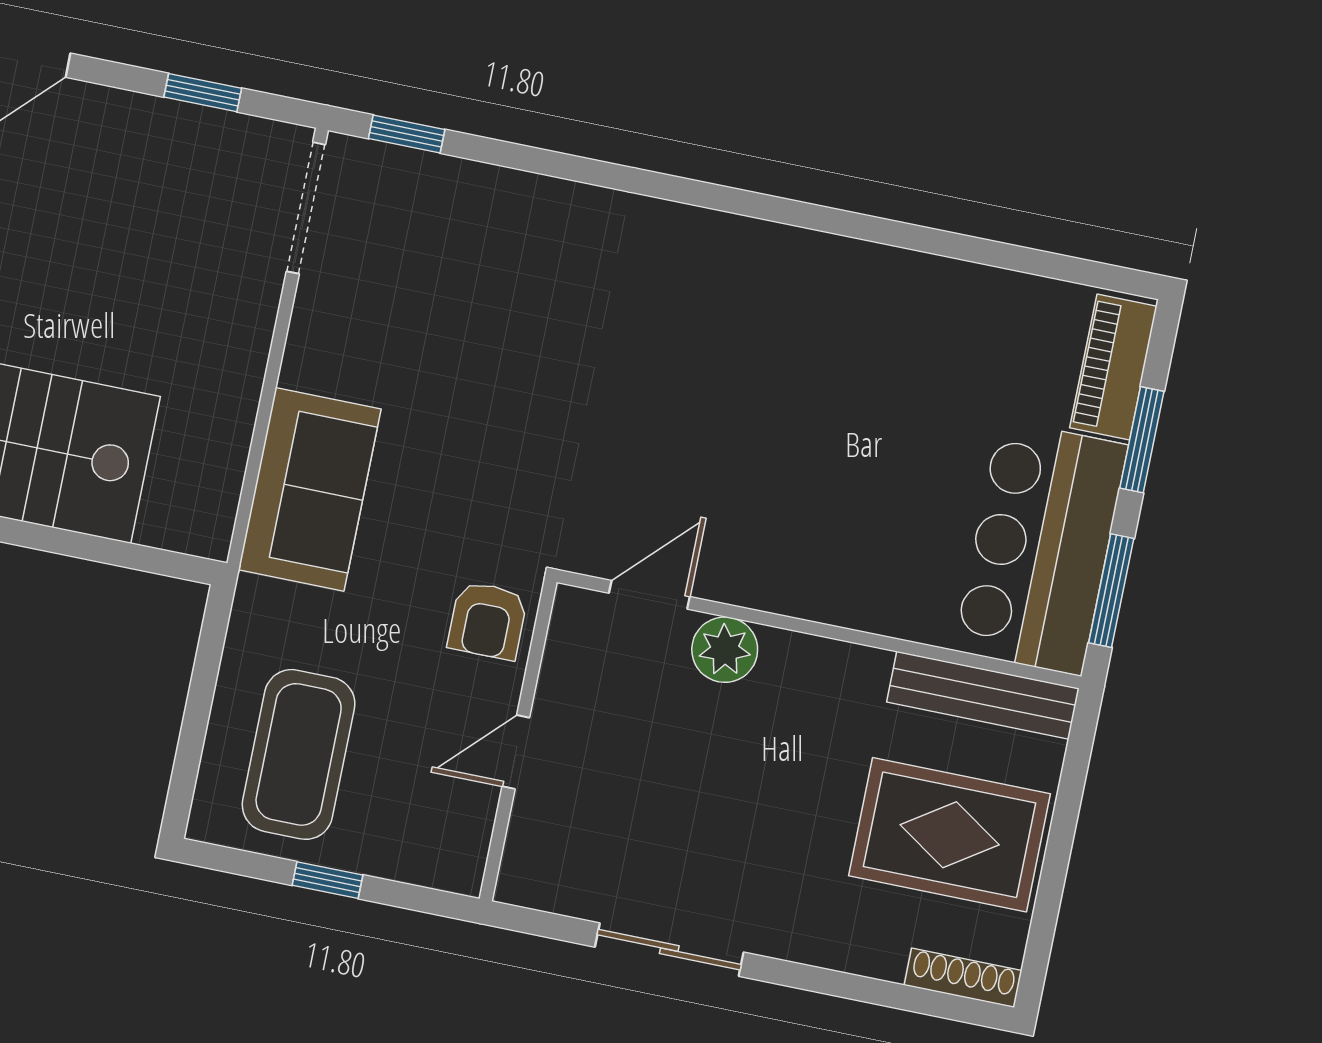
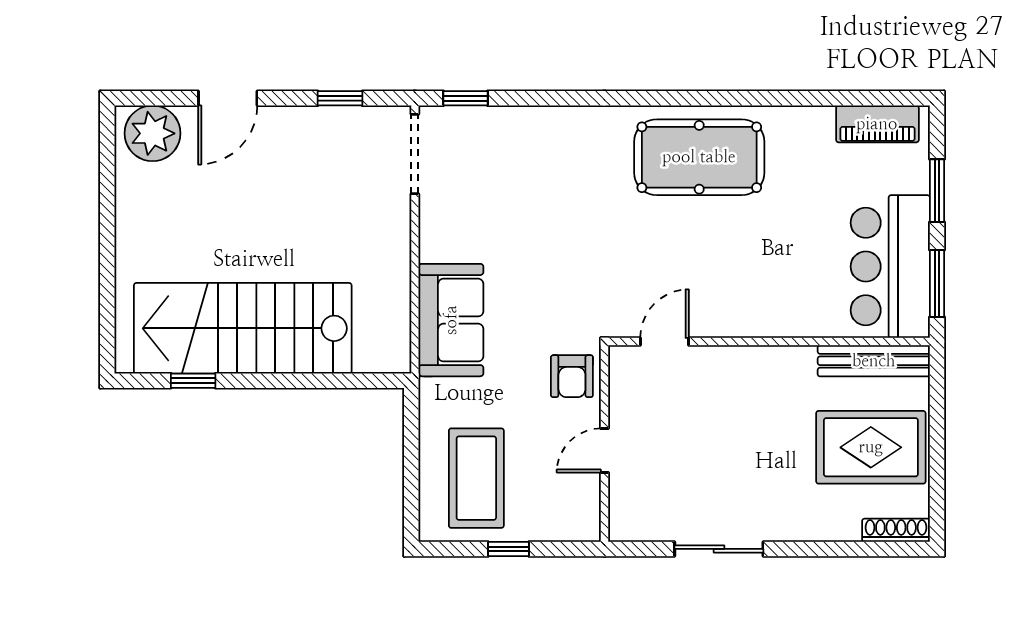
pool table: (767, 307) -> (699, 157), added
piano: (1113, 367) -> (877, 124), moved, turned -90
plant: (725, 650) -> (716, 365), removed

